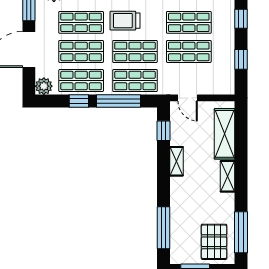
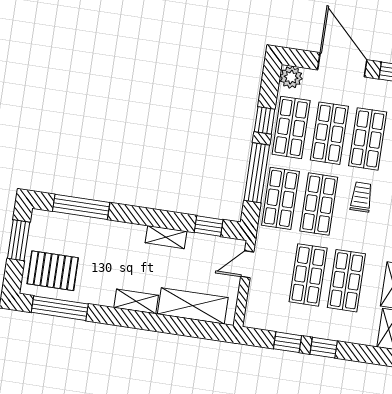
window: (241, 19) -> (324, 348), moved
trolley: (125, 21) -> (361, 197), width x0.73, depth x0.72

